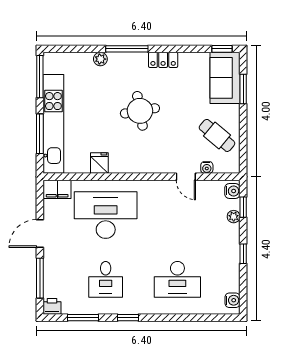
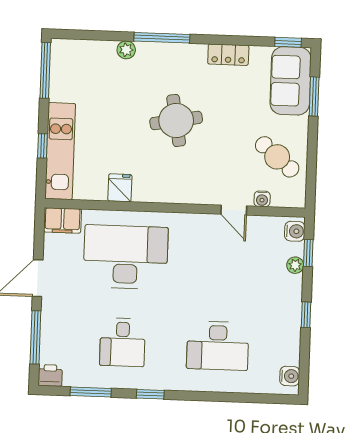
locker: (163, 60) -> (228, 55), moved
kitchen unit: (53, 124) -> (60, 151), width x0.73
window: (40, 134) -> (42, 146), width x0.46

